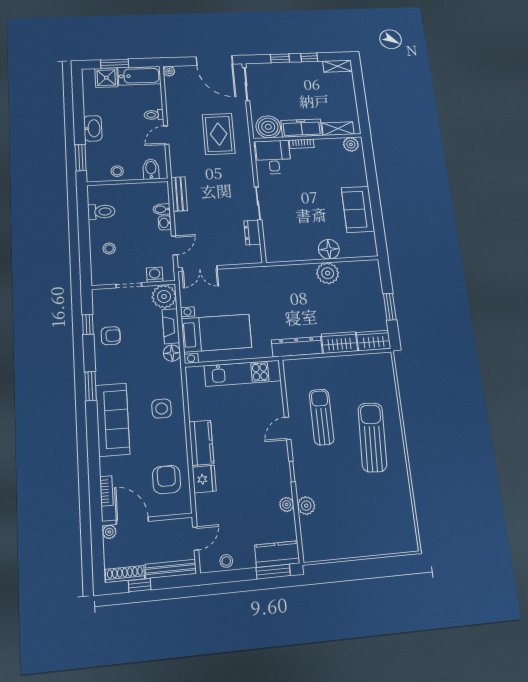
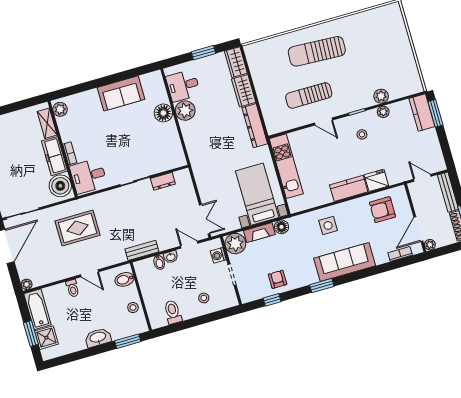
desk: (356, 277) -> (183, 86), added
stool: (226, 561) -> (362, 134), moved

